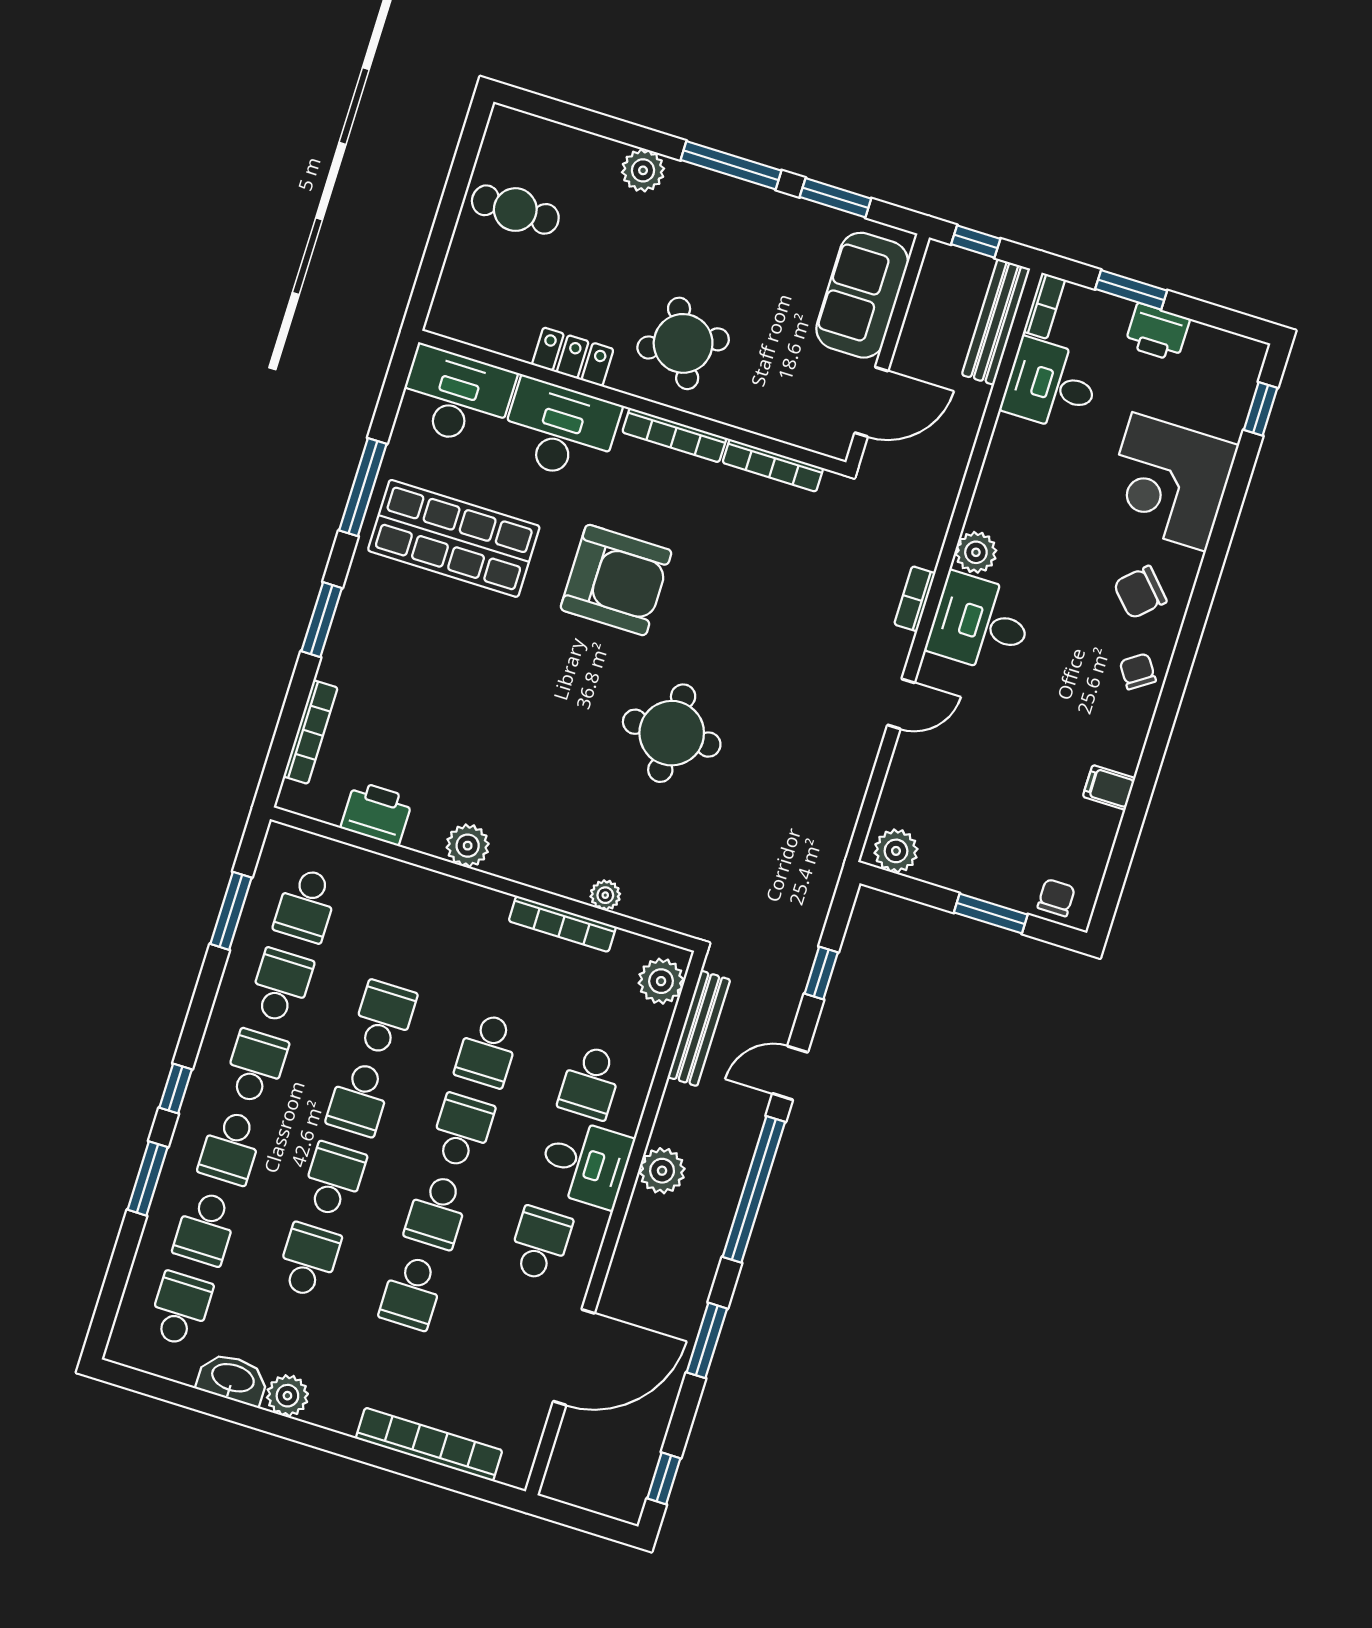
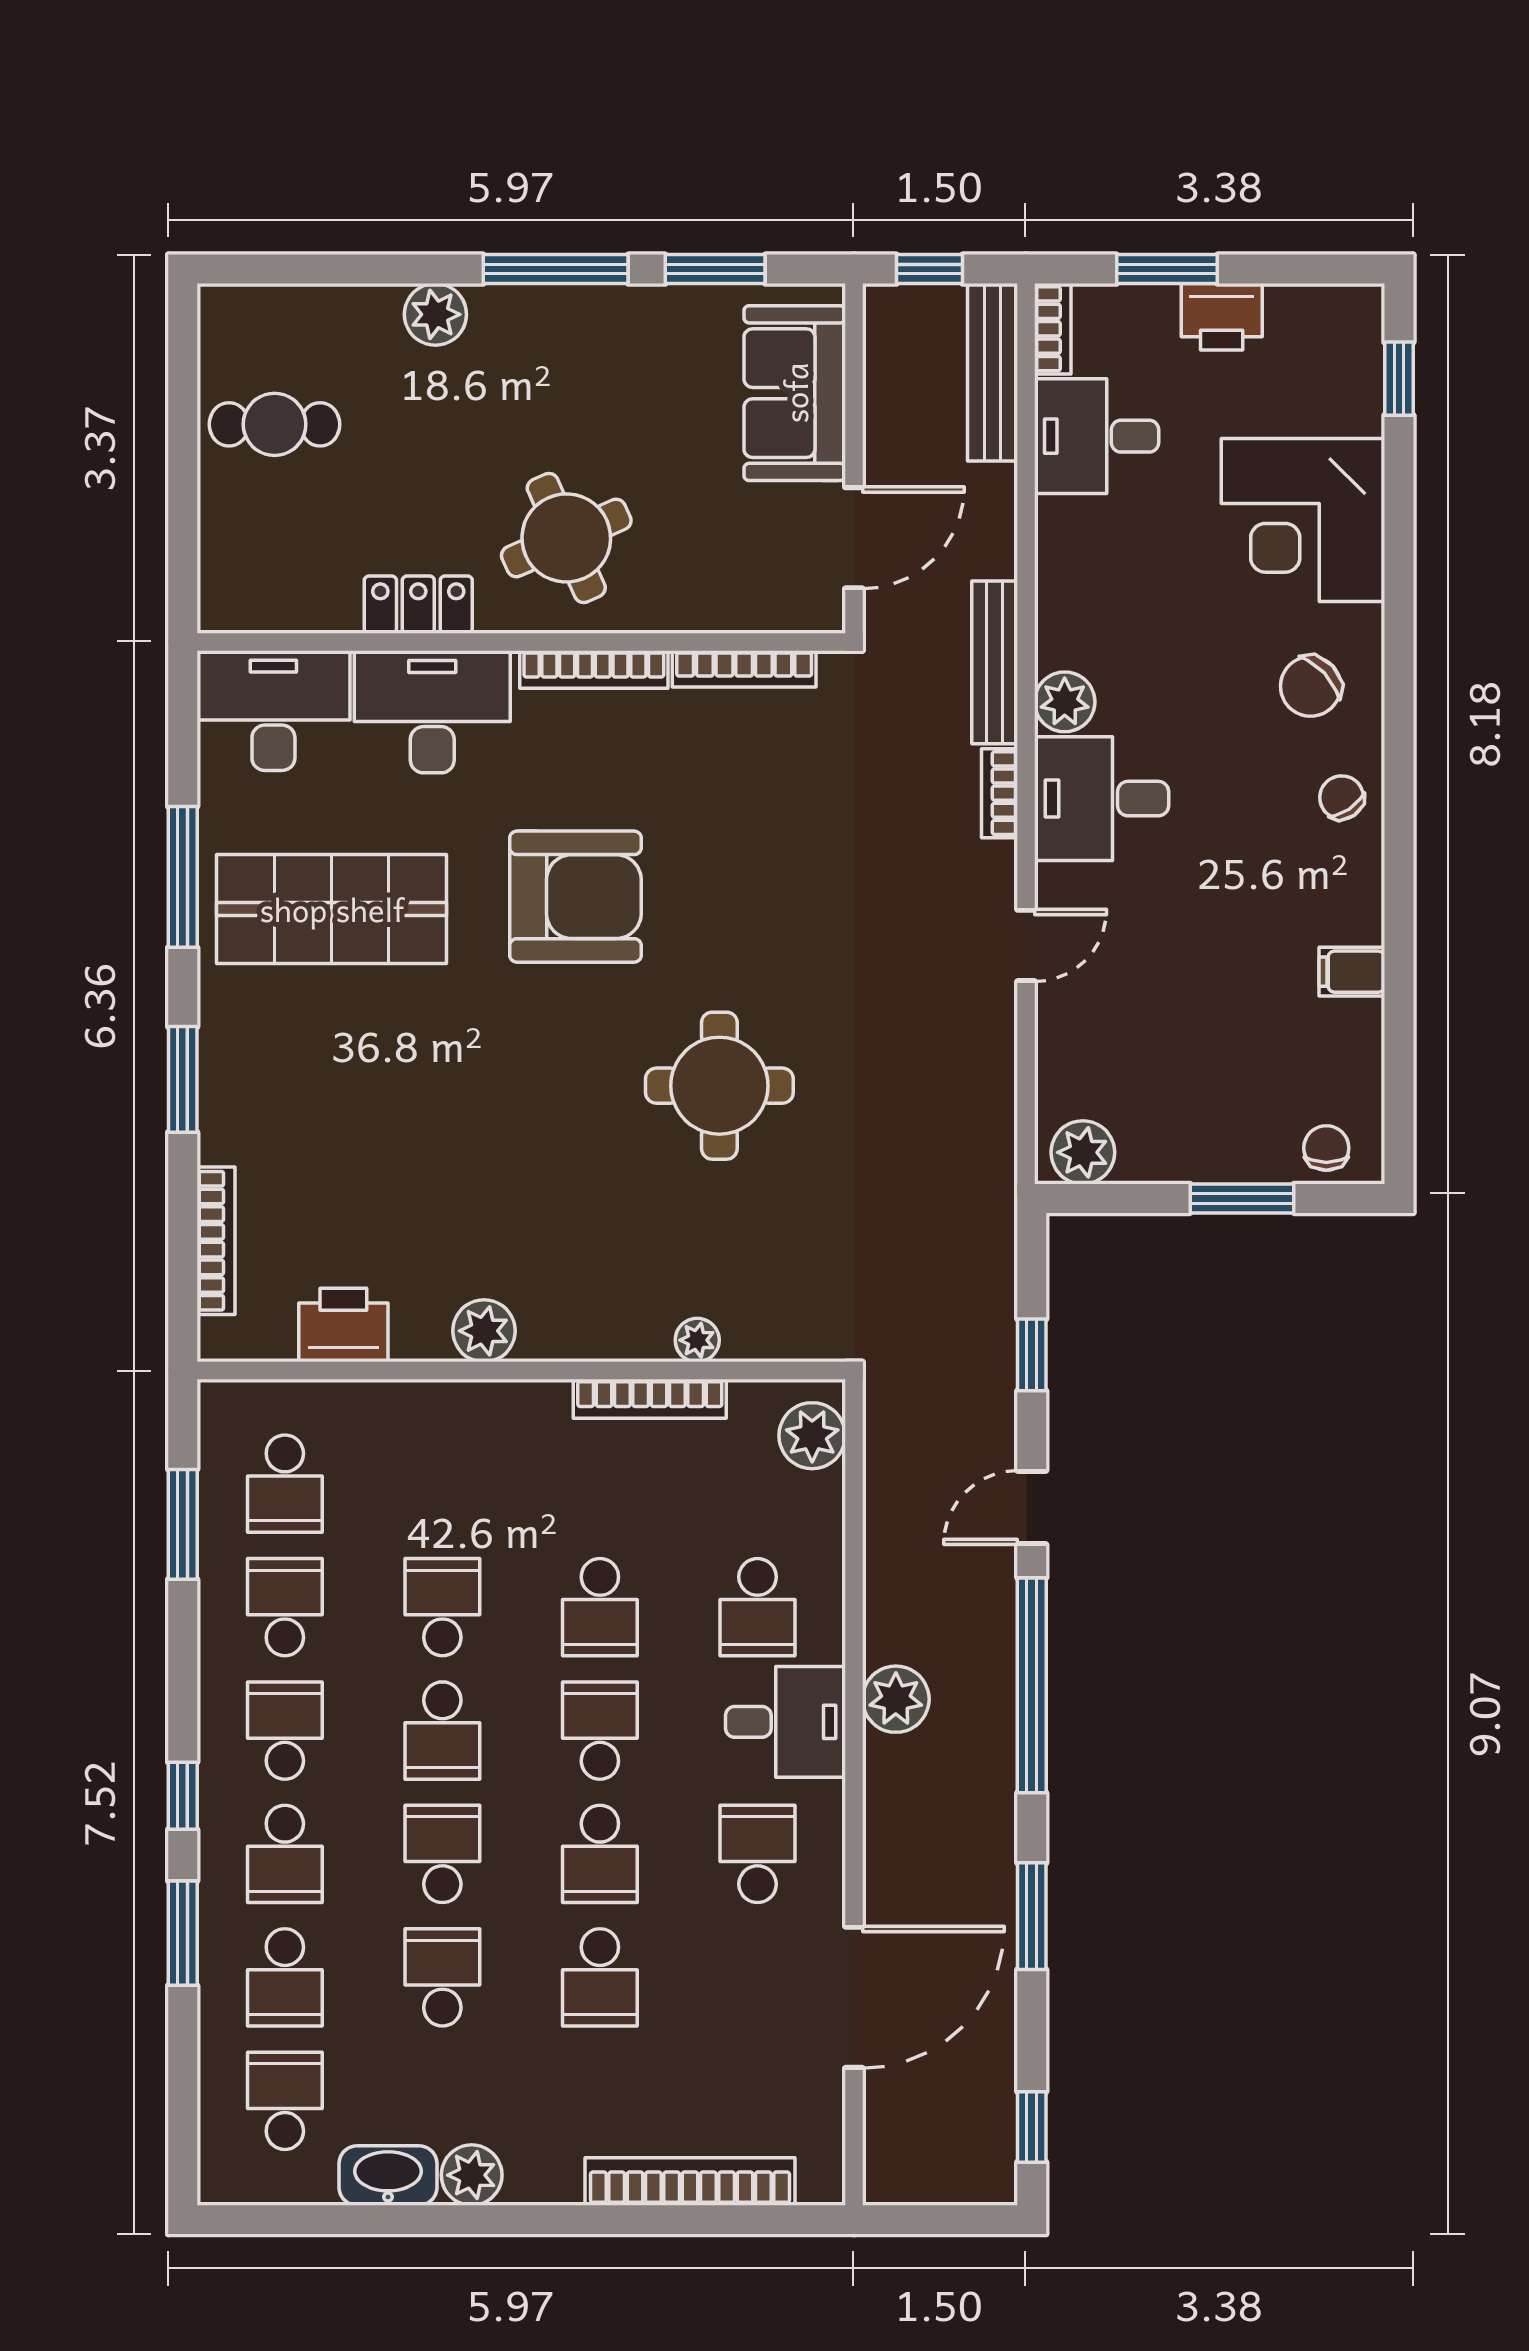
bench: (699, 1028) -> (995, 662), moved

